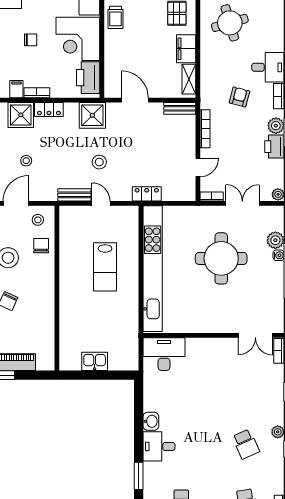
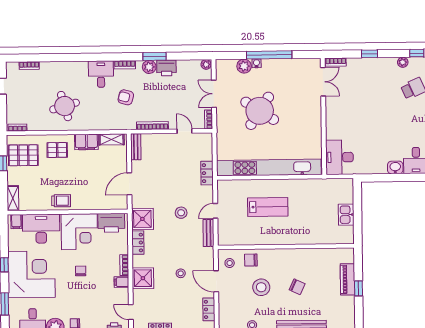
locker: (49, 109) -> (138, 243), moved
round table: (221, 258) -> (260, 111), turned 33

